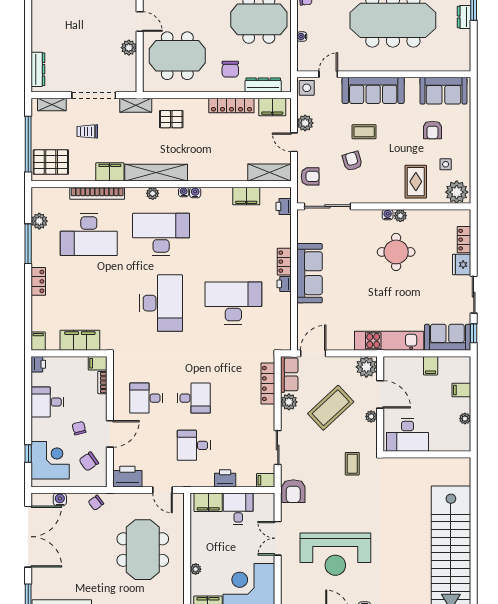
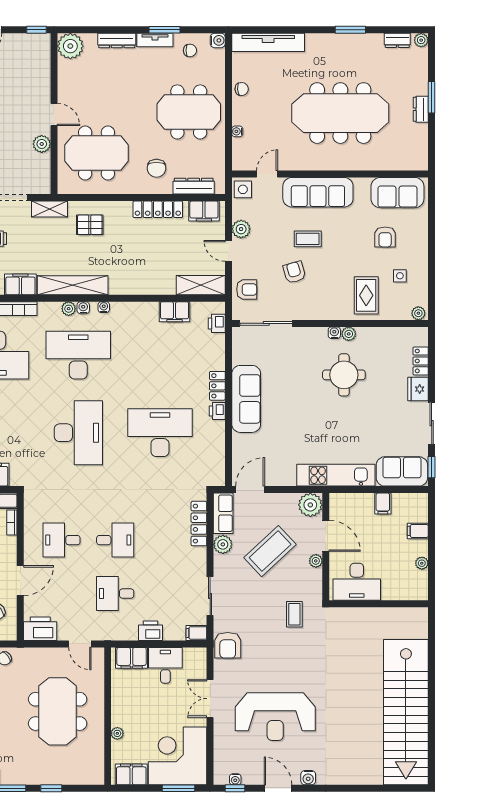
plant: (457, 192) -> (418, 313), width x0.53, depth x0.53
water cooler: (195, 193) -> (83, 308), moved

